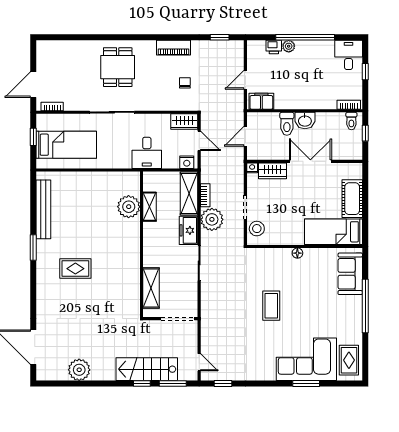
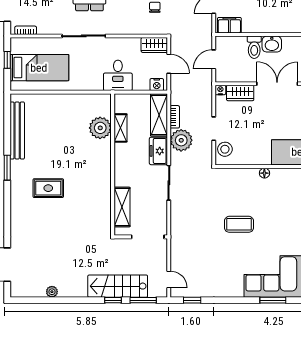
coffee table: (271, 306) -> (239, 224), turned 90
plant: (79, 370) -> (52, 292), width x0.53, depth x0.53

